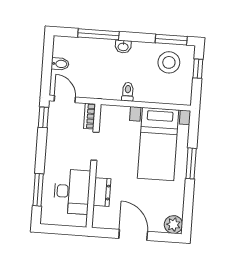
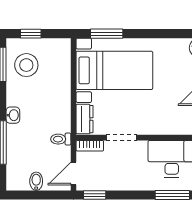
toilet: (128, 92) -> (61, 139), moved
window: (191, 163) -> (107, 34), moved
dresser: (102, 192) -> (85, 119), moved, turned 90

